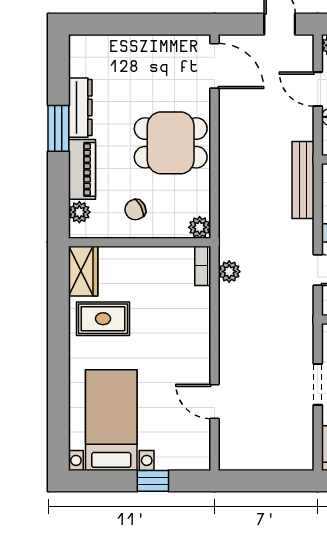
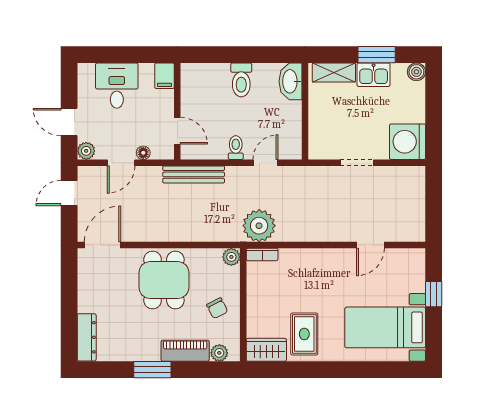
dresser: (80, 108) -> (87, 337), moved, turned 90
plant: (229, 272) -> (259, 226), width x1.88, depth x1.88

